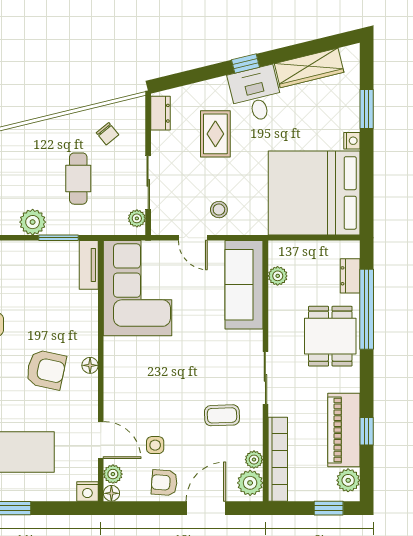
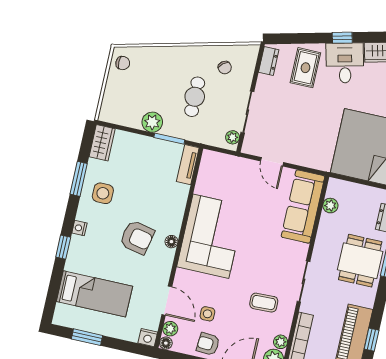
rug: (215, 134) -> (305, 68), moved
stool: (219, 210) -> (297, 145), removed
corner sofa: (138, 288) -> (211, 236), moved

